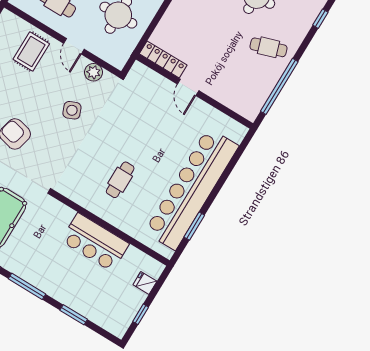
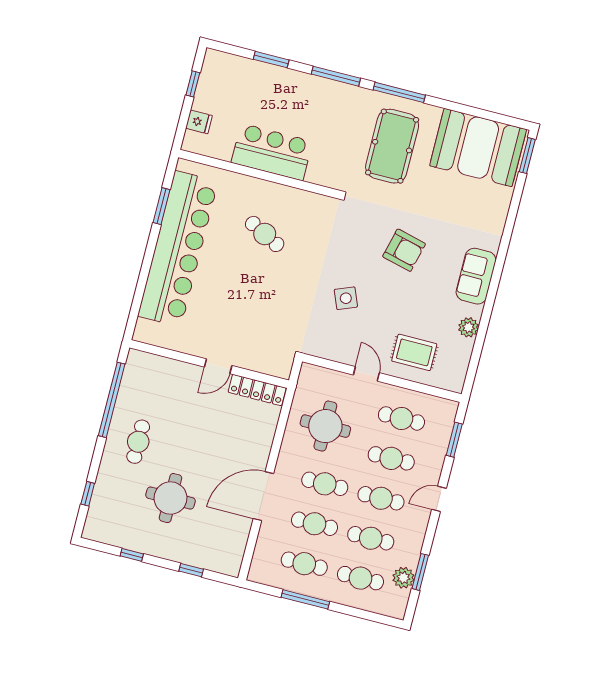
cafe table: (268, 47) -> (138, 442), turned -72
rug: (31, 52) -> (414, 352), turned 90
plant: (93, 72) -> (334, 350), removed
door: (188, 87) -> (218, 366), swing flipped
cafe table: (120, 180) -> (265, 234), turned -63

